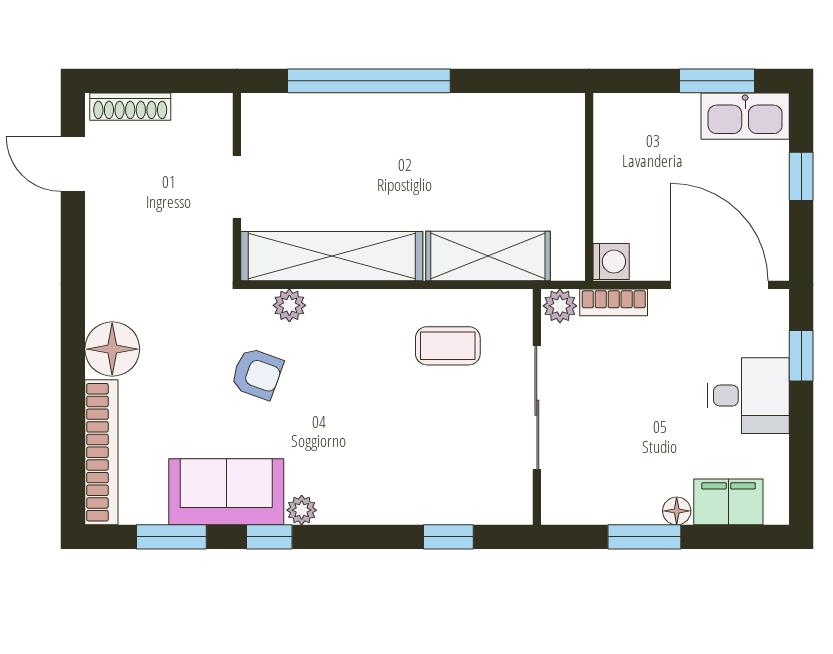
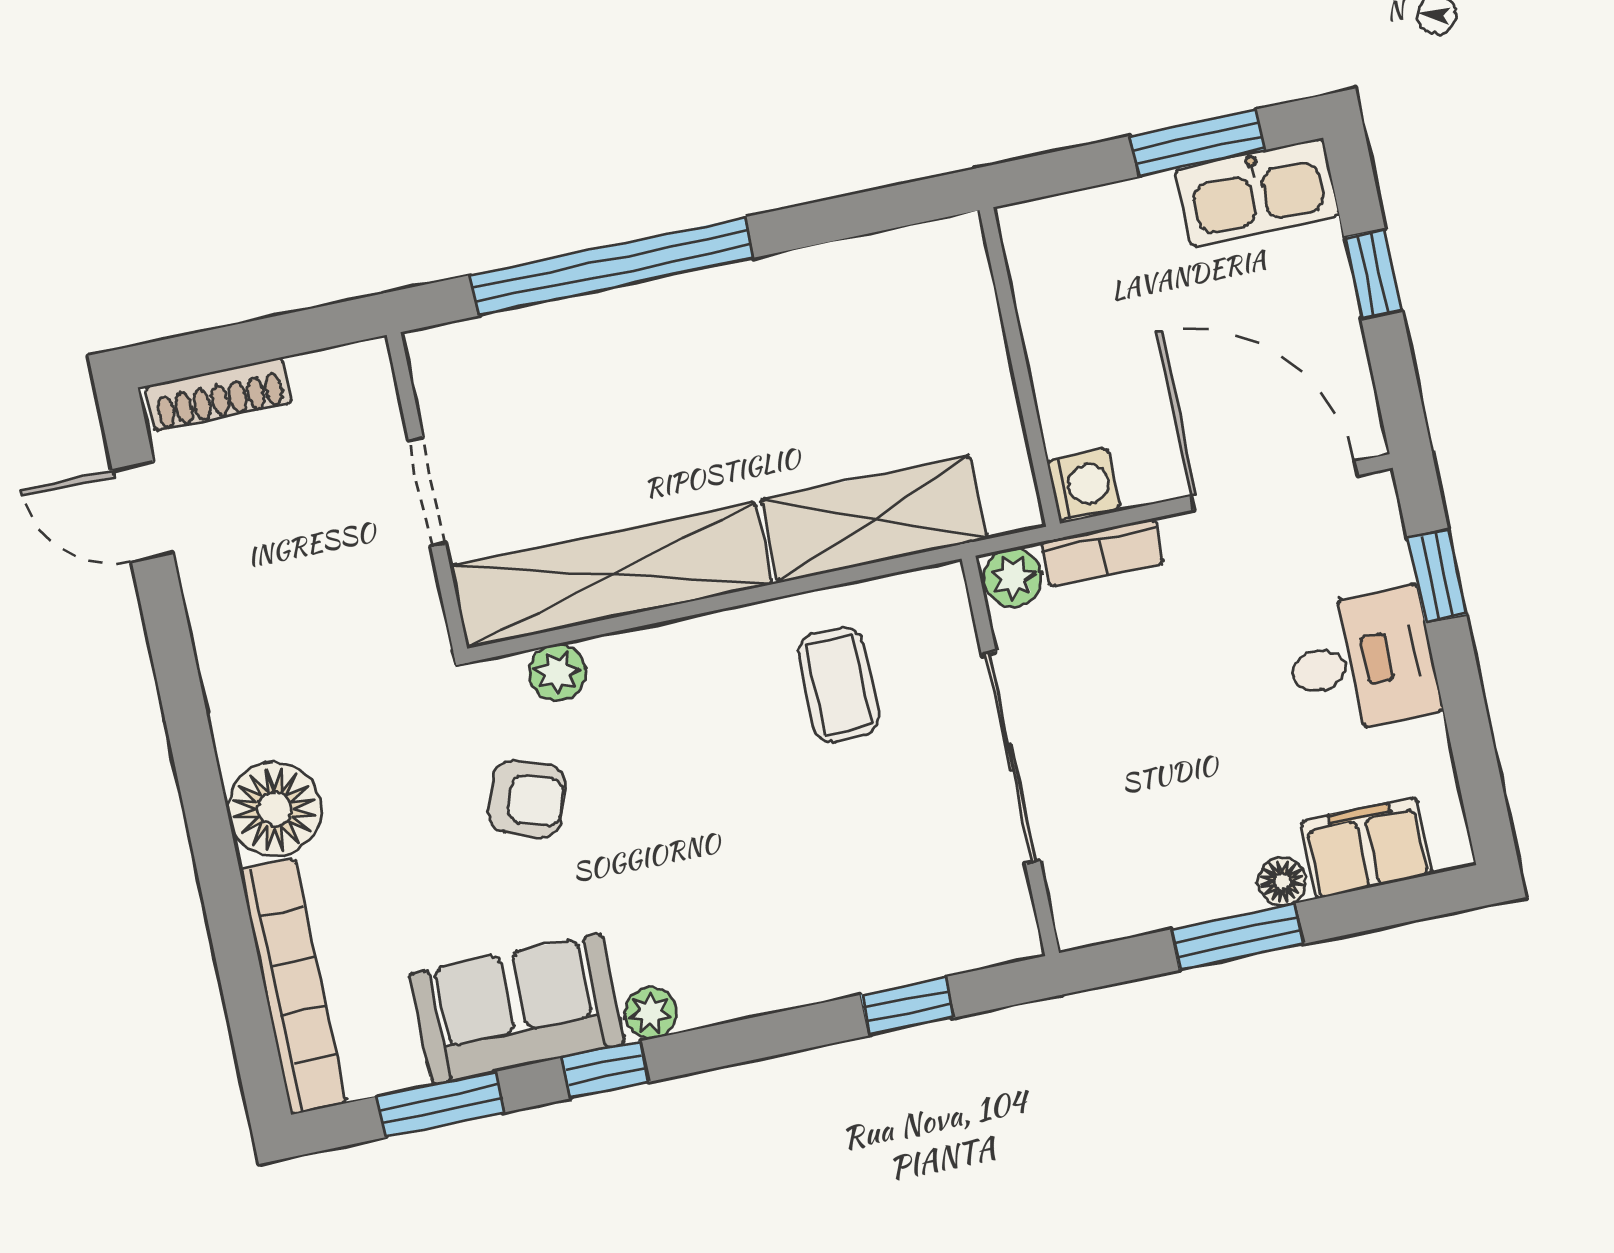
coffee table: (448, 346) -> (838, 685), turned 90

